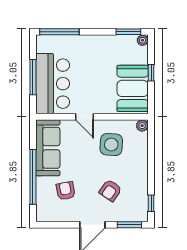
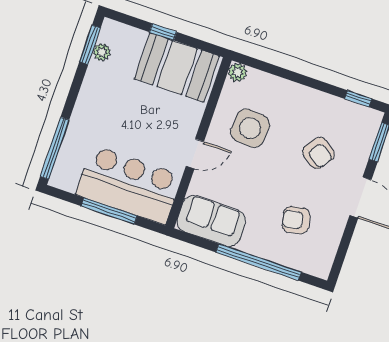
plant: (142, 40) -> (102, 52), moved
sofa: (48, 148) -> (211, 221), width x0.73

